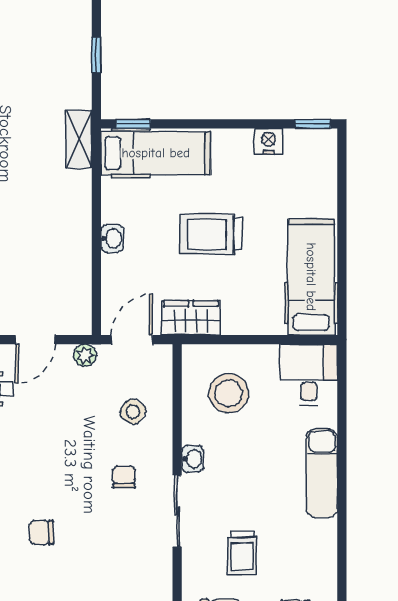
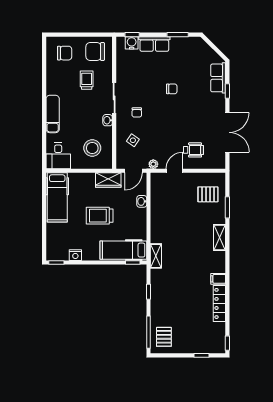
trolley: (211, 234) -> (100, 216), turned 180
washbasin: (112, 238) -> (142, 201), moved

